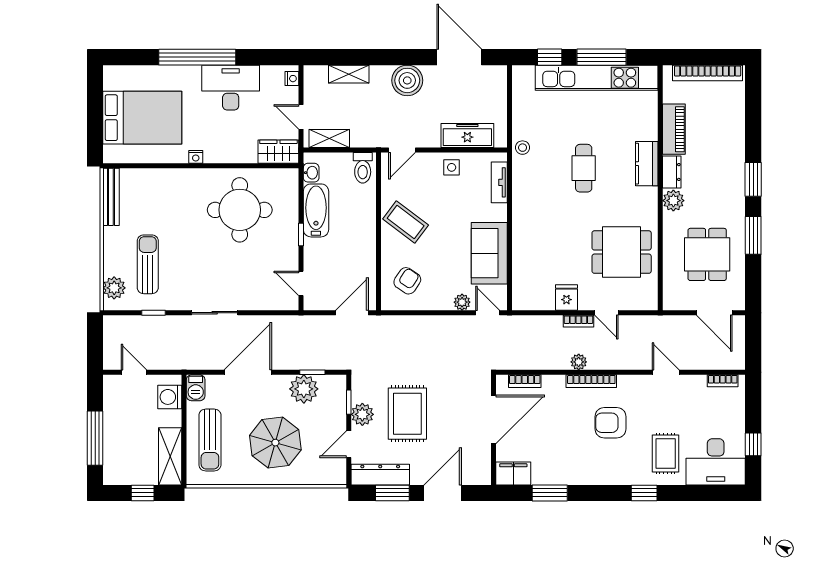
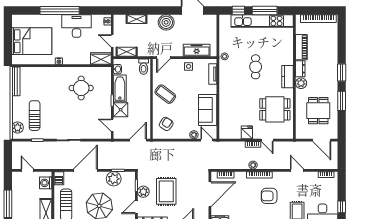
kitchen counter: (647, 164) -> (288, 77), moved
round table: (240, 210) -> (81, 88), width x0.73, depth x0.73
shower: (317, 253) -> (121, 110), added

